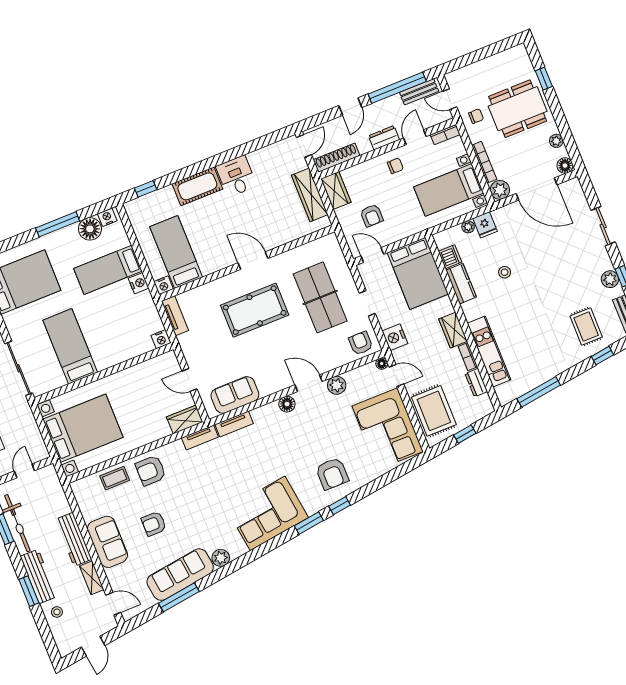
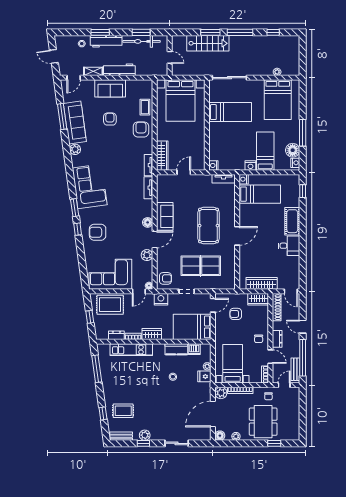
sofa: (235, 395) -> (165, 216), moved
wardrobe: (185, 419) -> (162, 156), width x1.50

